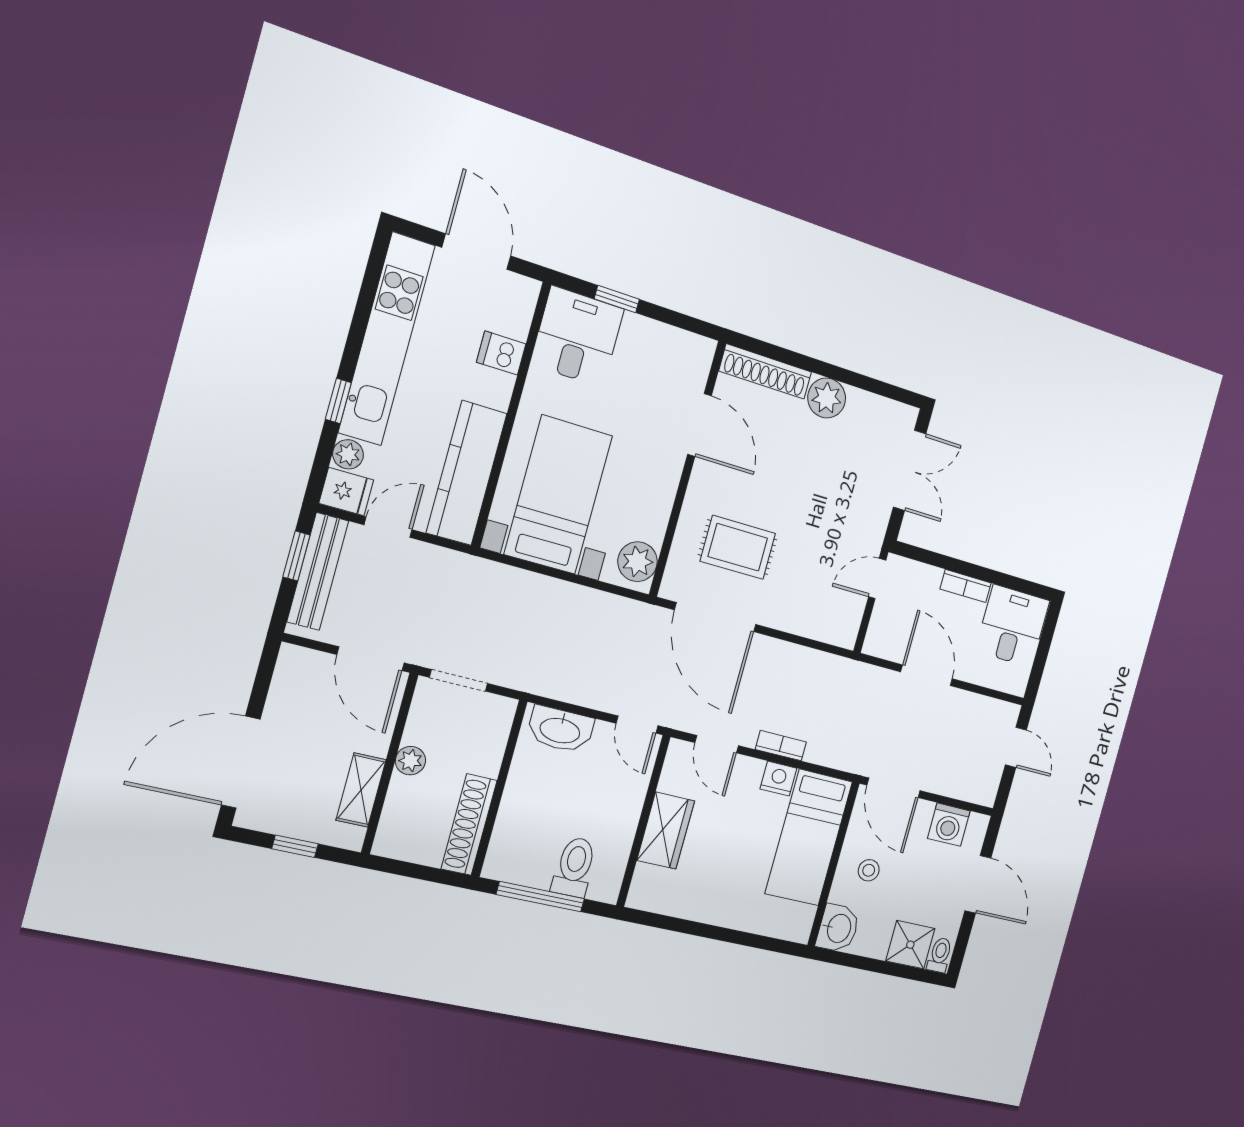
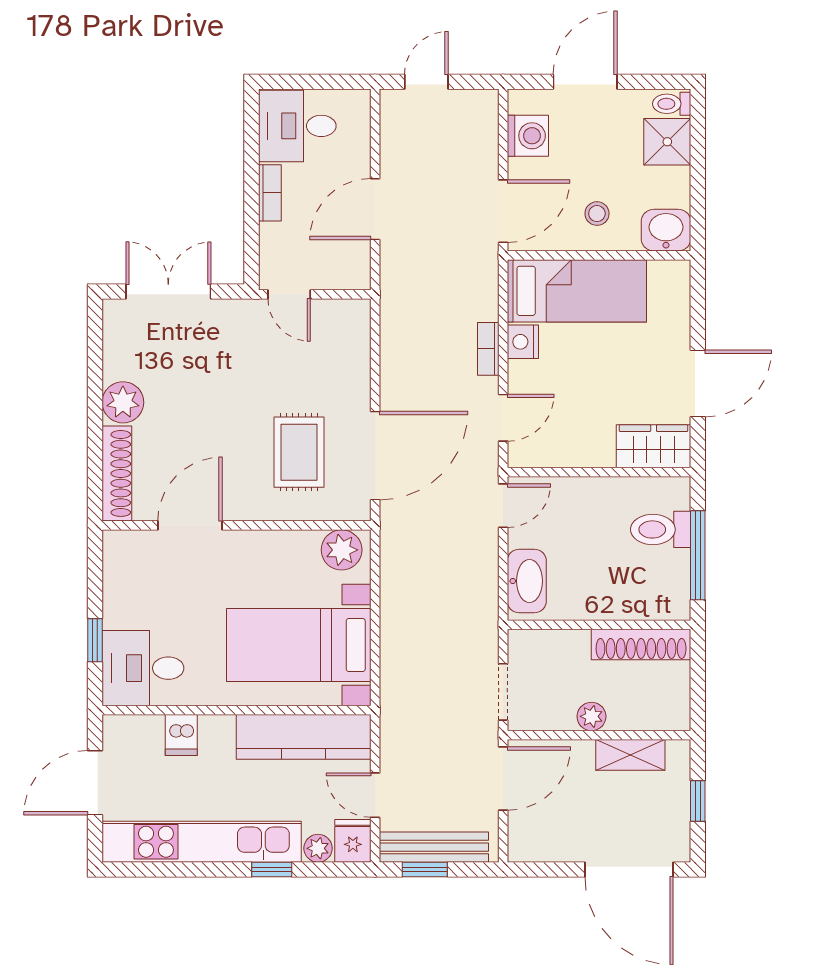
wardrobe: (666, 831) -> (654, 446), moved
door: (698, 929) -> (698, 383), added

